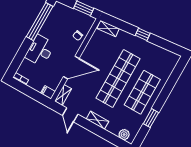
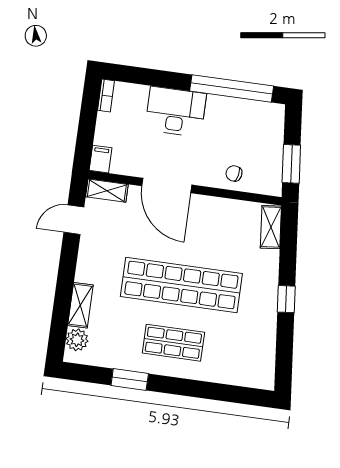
shop shelf: (142, 92) -> (173, 343), width x0.70, depth x0.74
shelving: (97, 120) -> (80, 305), moved

